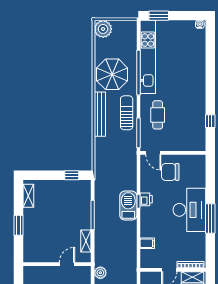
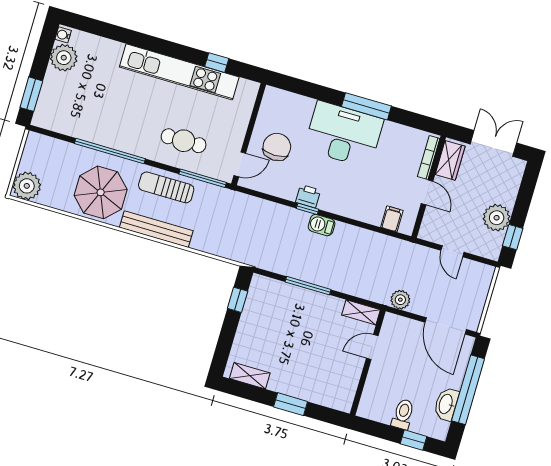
plant: (186, 29) -> (64, 58), added
kitchen unit: (148, 57) -> (179, 72), moved, turned 180
chair: (170, 172) -> (277, 147), turned 180
barbecue: (128, 206) -> (322, 225), width x0.53, depth x0.65
shelving: (86, 241) -> (361, 312), moved
filing cabinet: (147, 243) -> (392, 219), moved
door: (67, 264) -> (372, 347), hinge flipped

